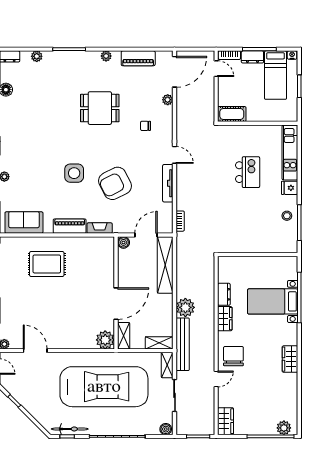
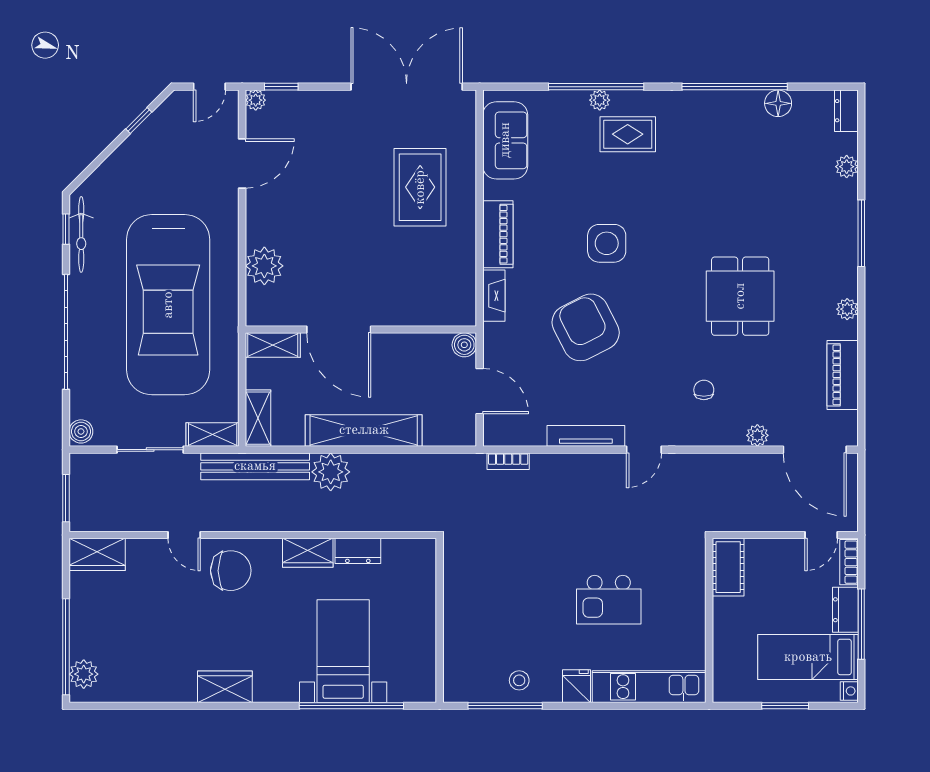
rug: (21, 163) -> (628, 134), added
shelving: (165, 265) -> (364, 430), moved
plant: (105, 340) -> (264, 266), moved

